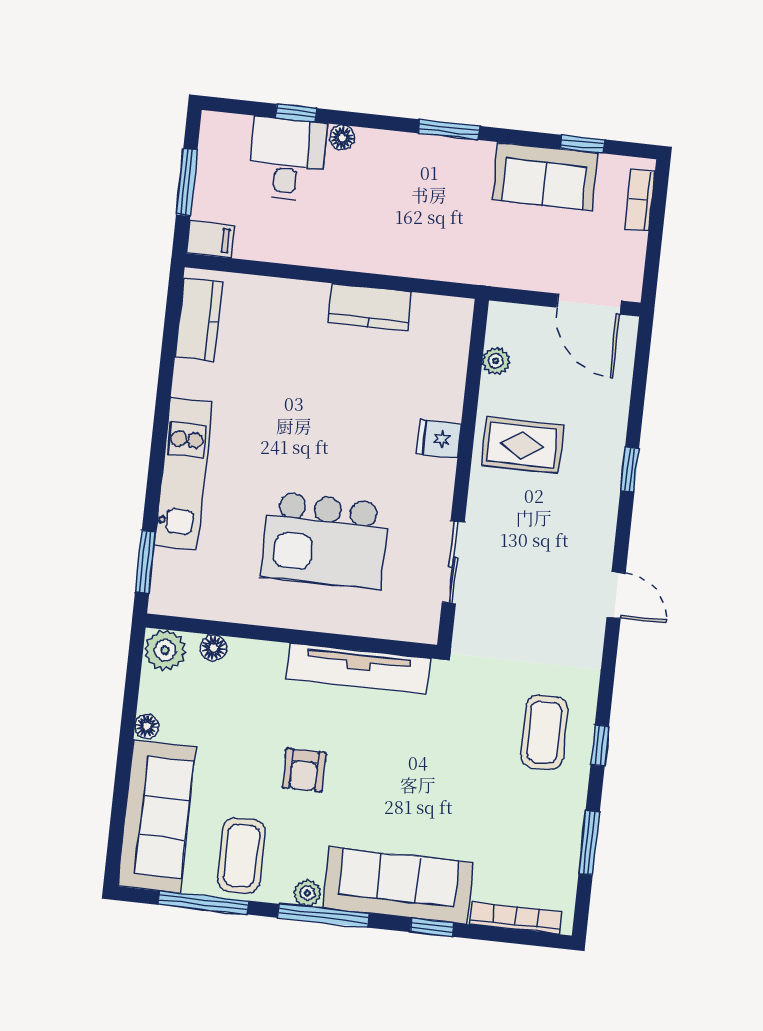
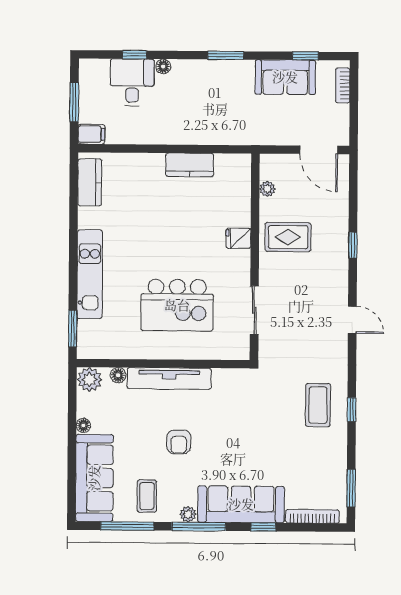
tv unit: (358, 669) -> (169, 379), moved
window: (589, 843) -> (351, 488), moved
coffee table: (241, 856) -> (147, 496), width x0.73, depth x0.77

